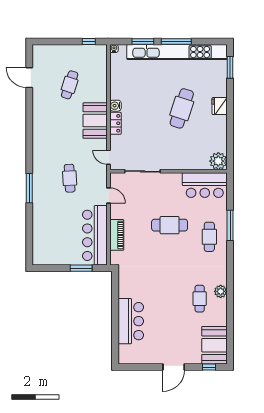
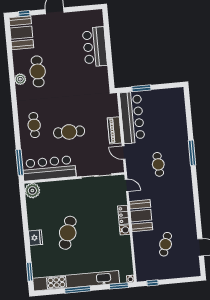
window: (143, 41) -> (119, 286), moved
bar counter: (205, 185) -> (49, 168), width x1.36
window: (230, 225) -> (20, 162), moved
piano: (117, 235) -> (114, 130), moved
cafe table: (200, 299) -> (38, 71), width x1.37, depth x1.35

